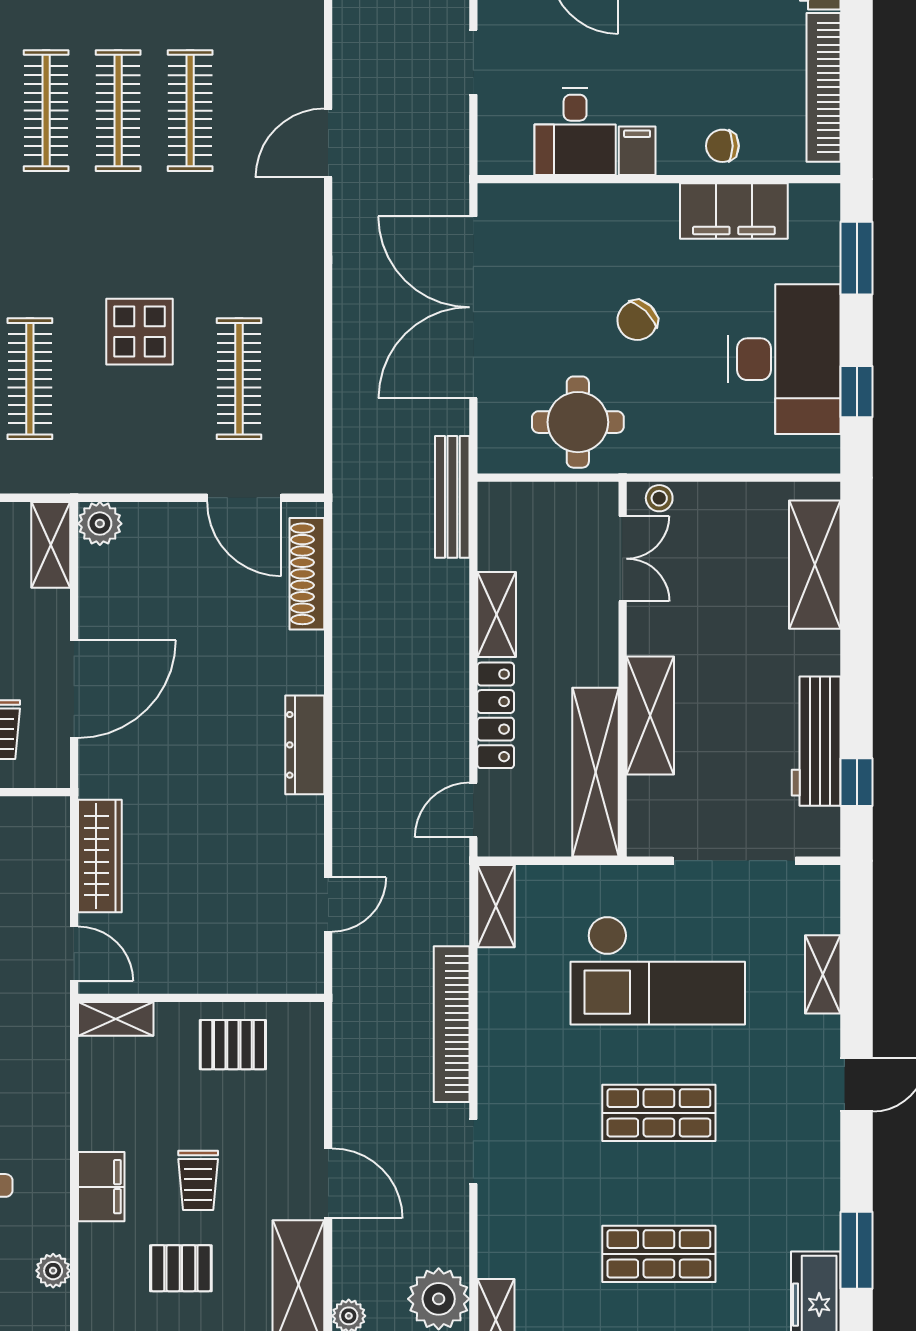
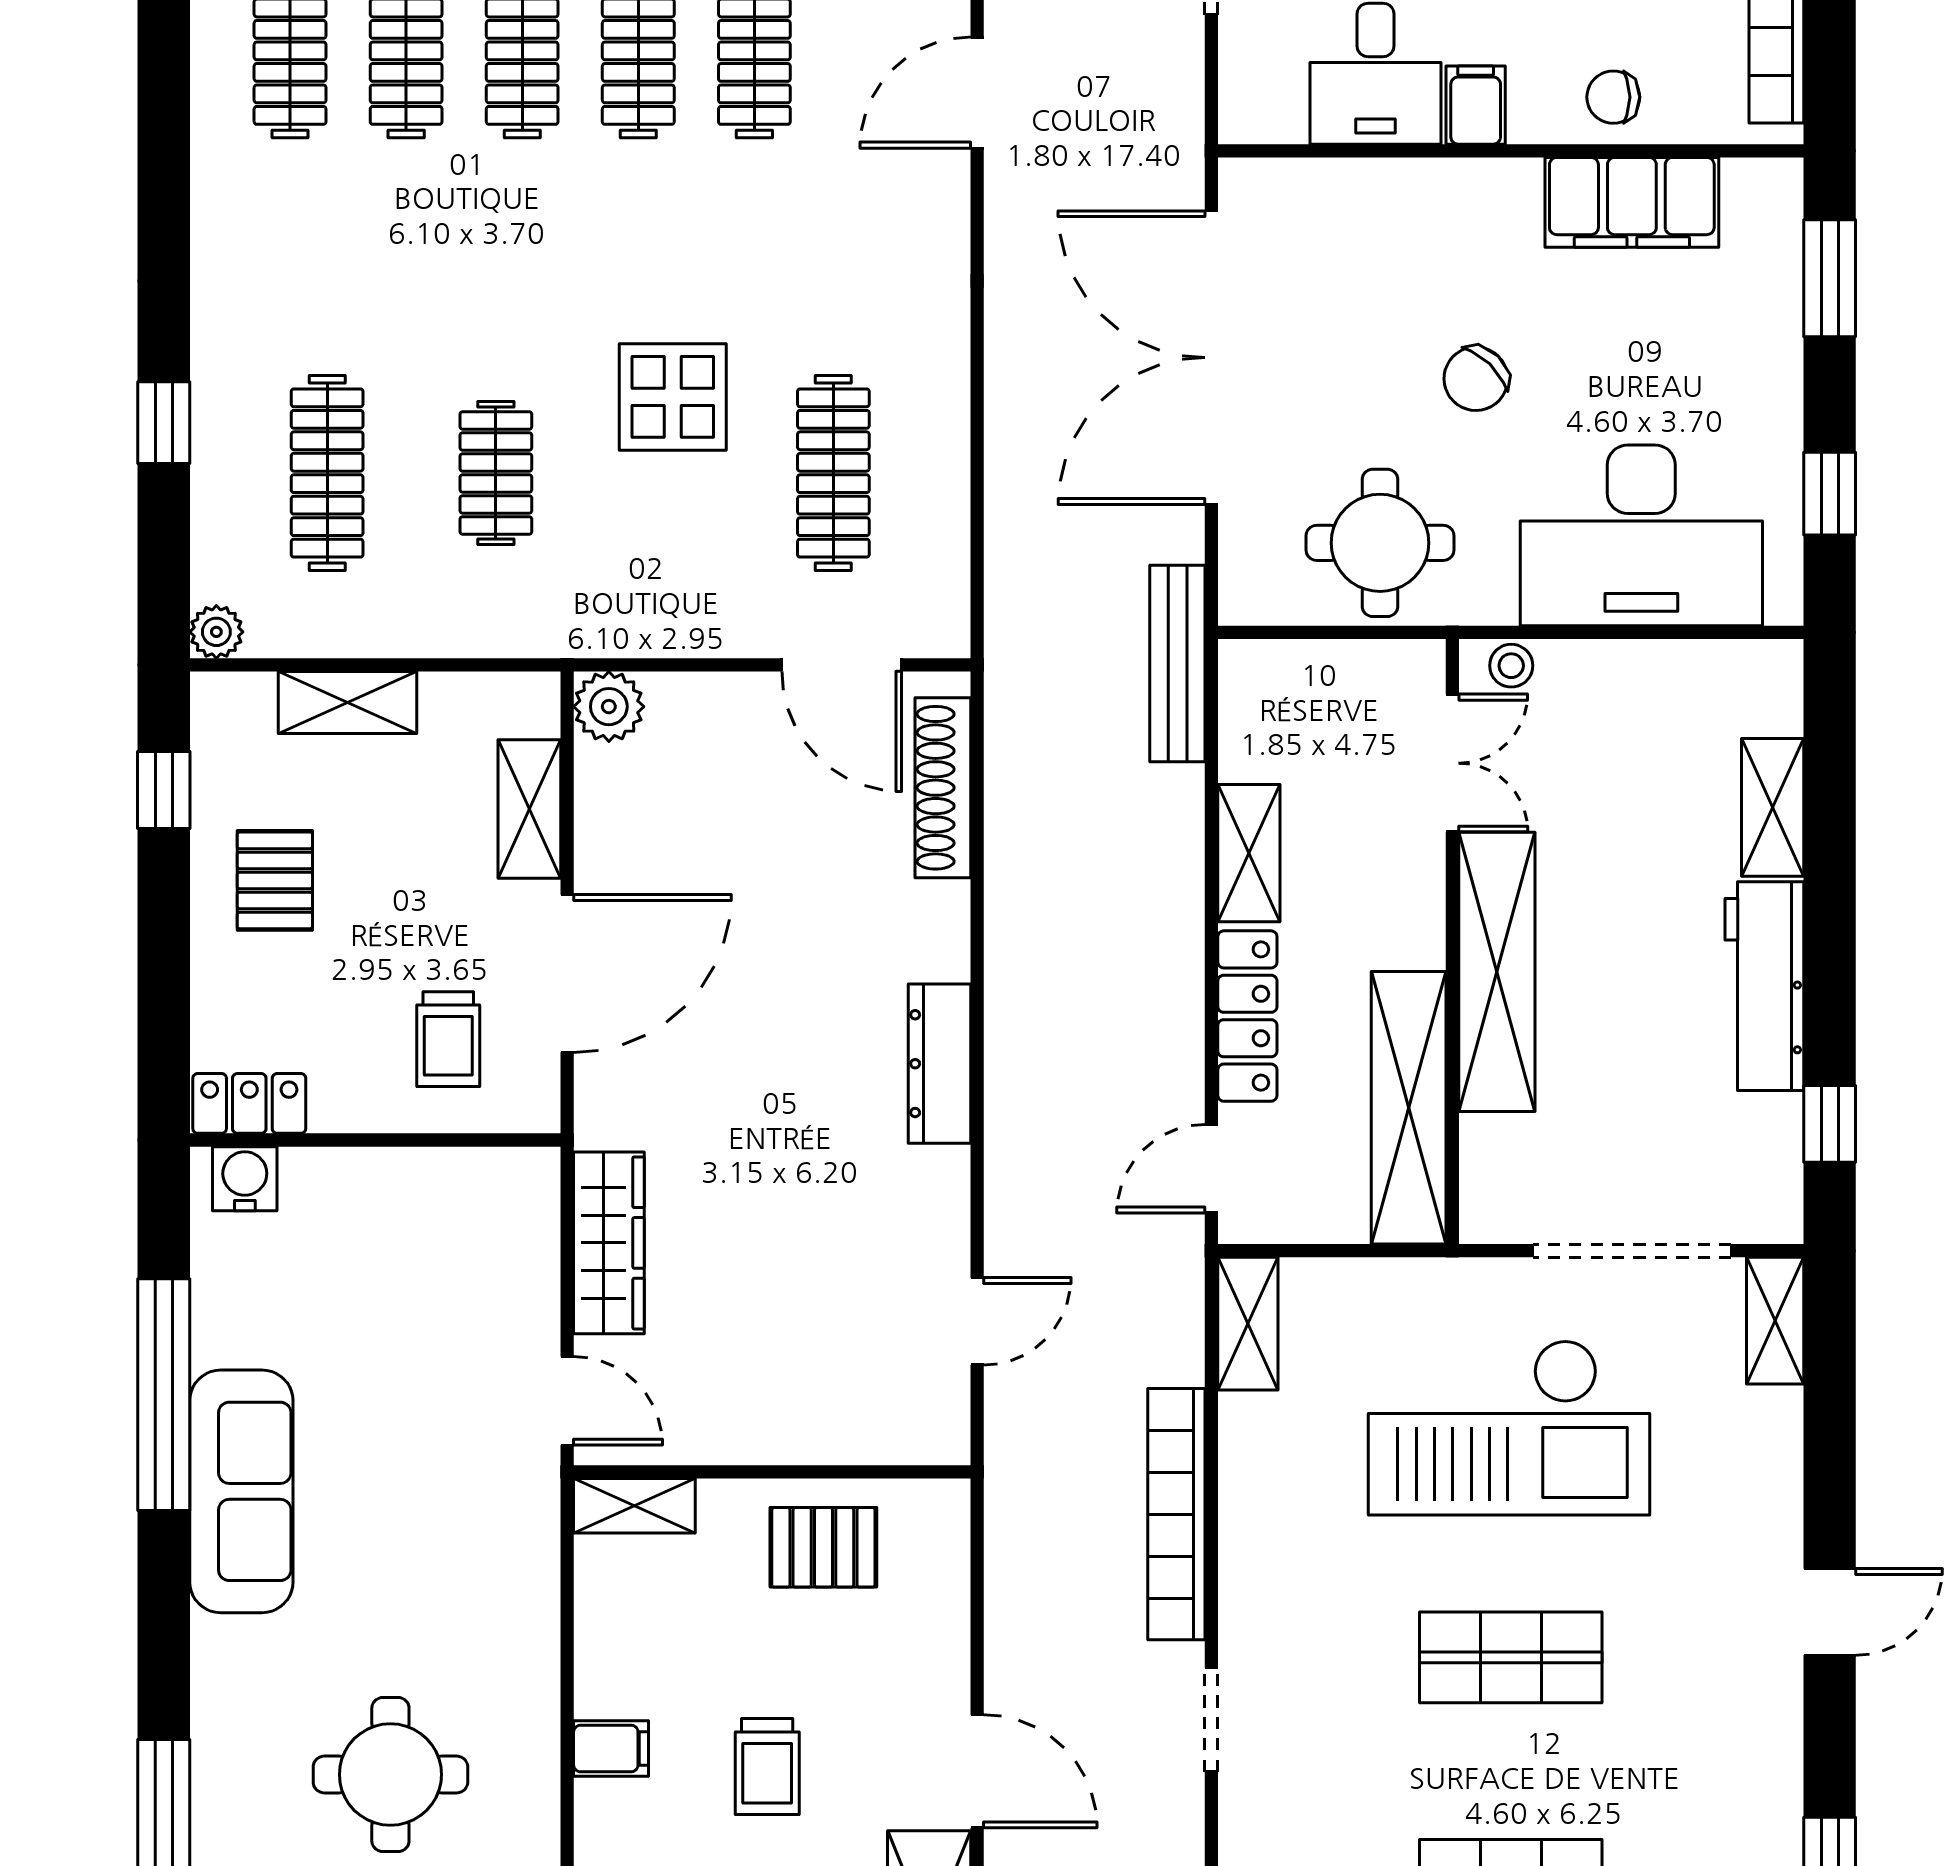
desk: (784, 359) -> (1641, 535), moved, turned 90
clothes rail: (30, 379) -> (496, 473), width x0.73
shelving: (51, 545) -> (529, 809), moved
shelving: (815, 565) -> (1773, 807), width x0.67, depth x0.75
shelving: (650, 715) -> (1497, 972), width x1.47
workbench: (816, 741) -> (1764, 986), moved
shelving: (823, 974) -> (1775, 1321), moved
filing cabinet: (101, 1187) -> (611, 1748), width x0.50

